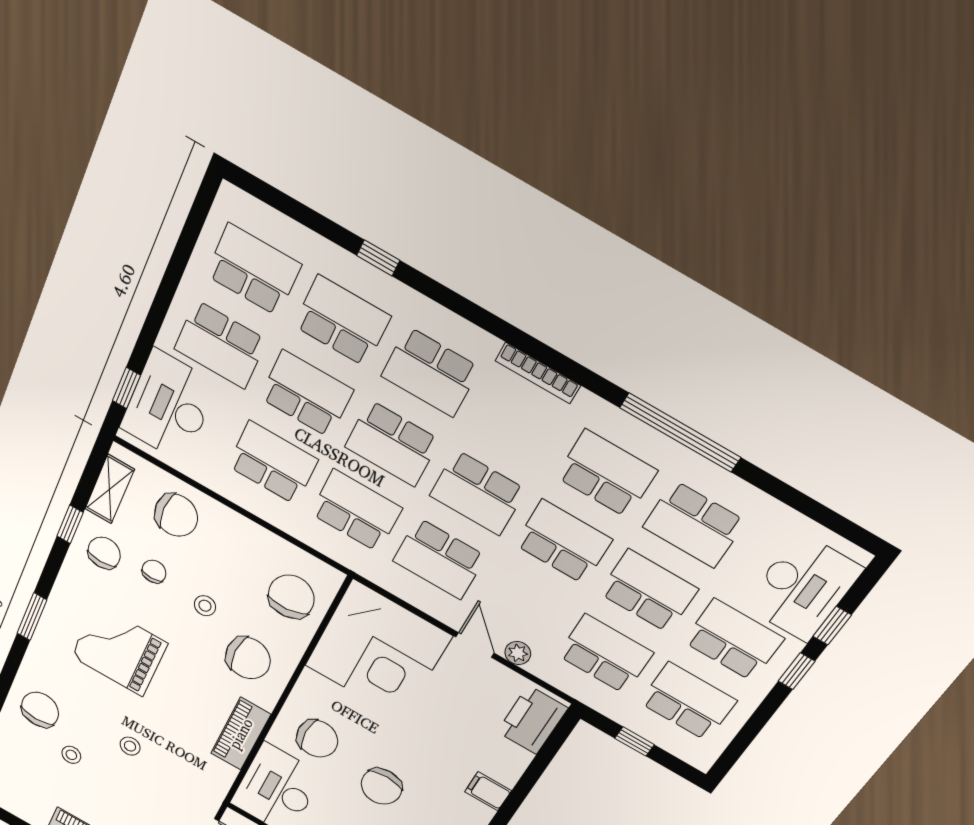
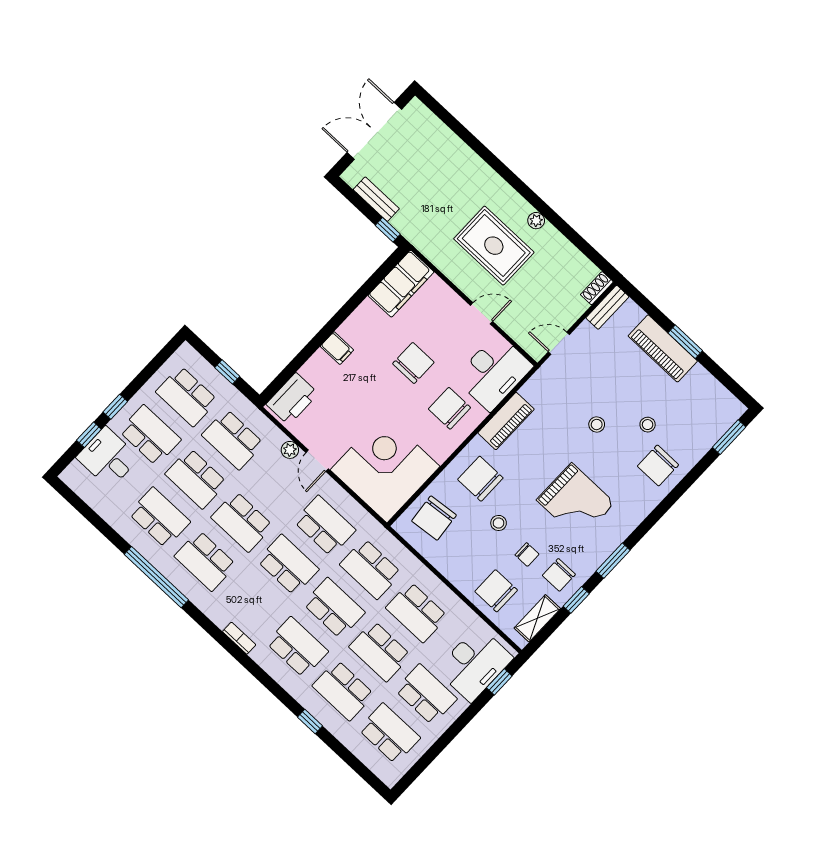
school desk: (253, 270) -> (389, 733), turned 180
bookcase: (538, 373) -> (239, 638), width x0.64
chair: (154, 572) -> (527, 555), turned -90
desk: (803, 587) -> (108, 458), width x0.73
window: (32, 617) -> (613, 561), moved
school desk: (733, 640) -> (150, 435), turned 180

